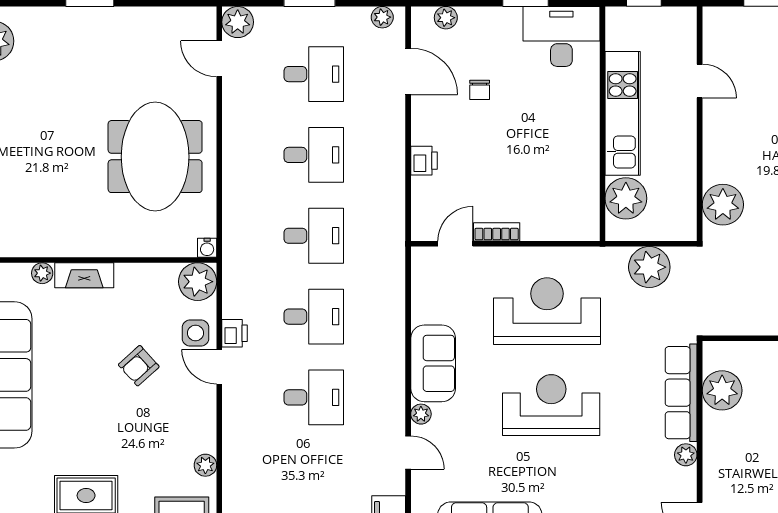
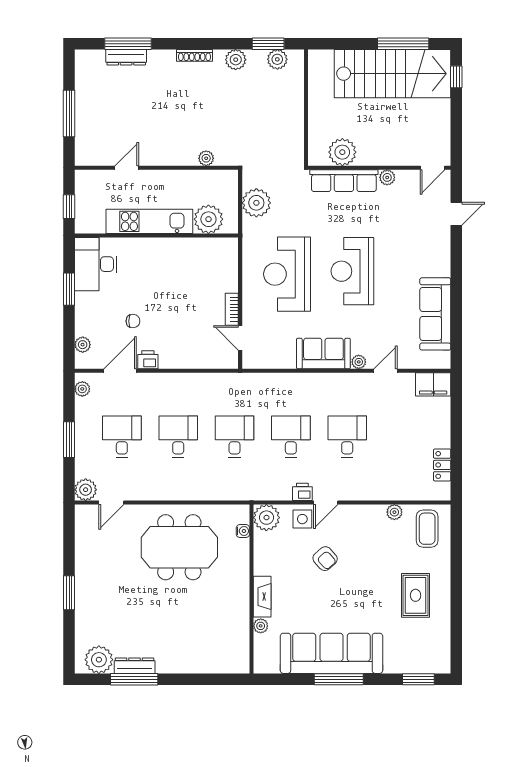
printer: (424, 161) -> (148, 360), moved
plant: (723, 205) -> (206, 158), width x0.53, depth x0.53
water cooler: (207, 248) -> (243, 531), moved

